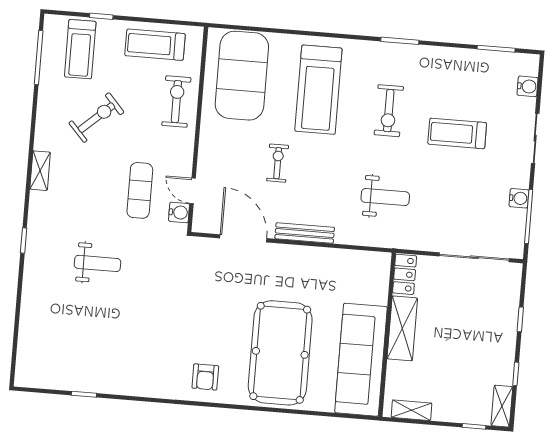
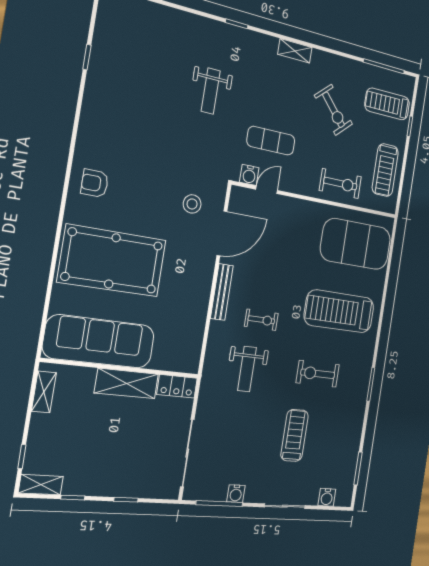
treadmill: (155, 45) -> (385, 170), turned 180
exercise bike: (278, 163) -> (261, 320), moved
stool: (216, 274) -> (192, 204), added

